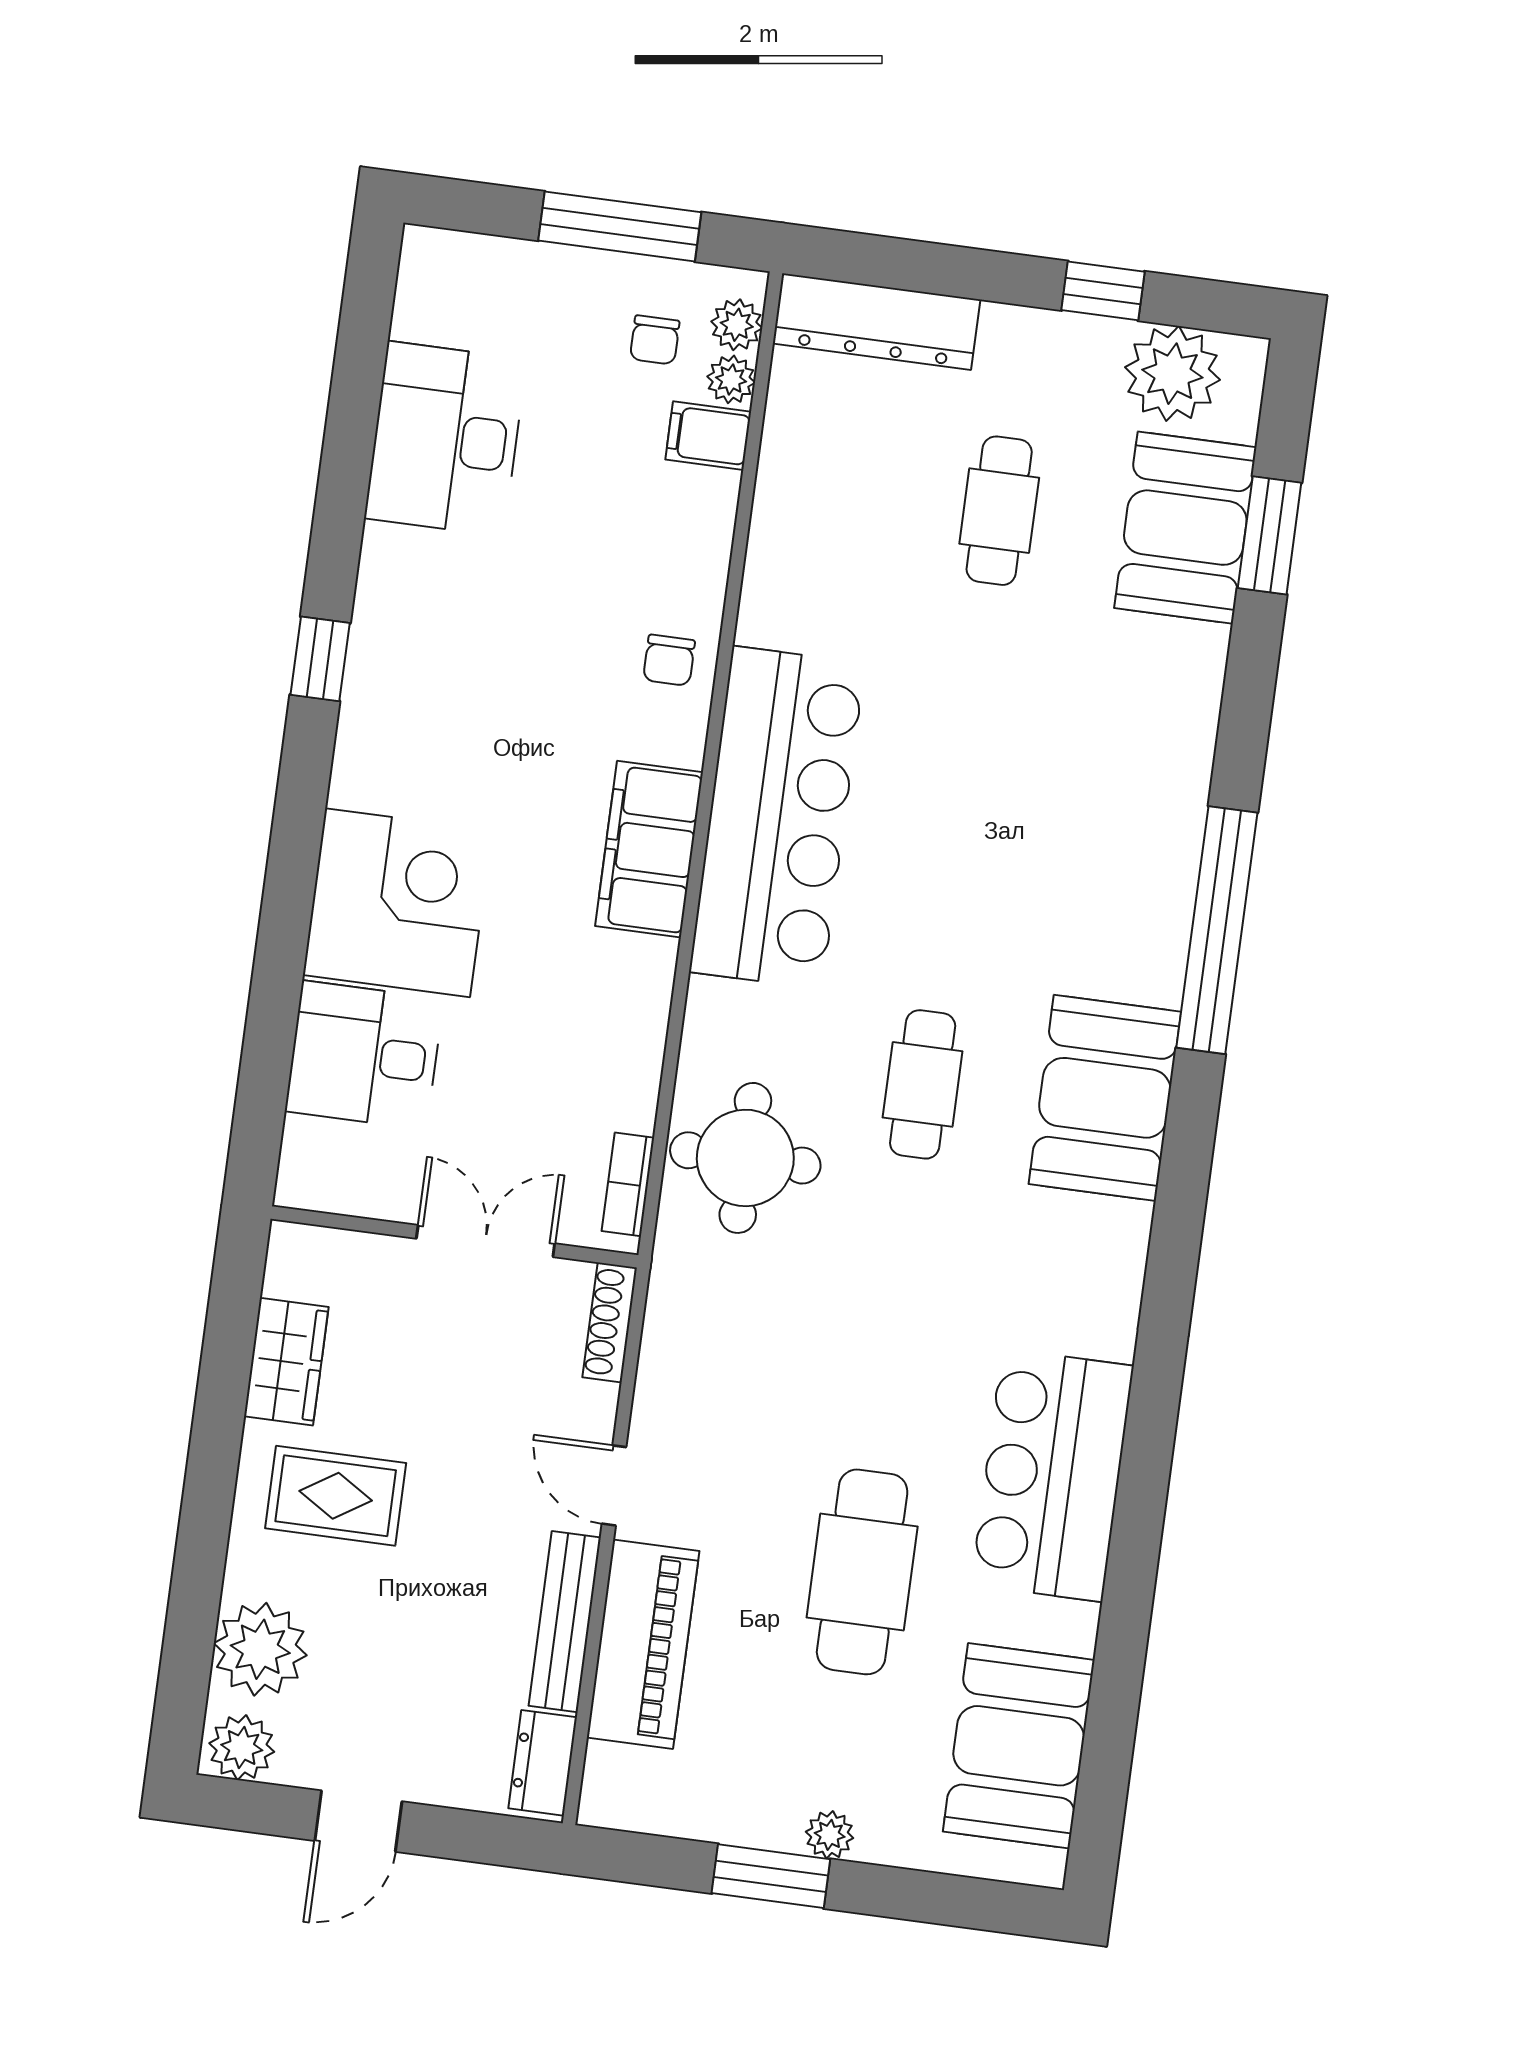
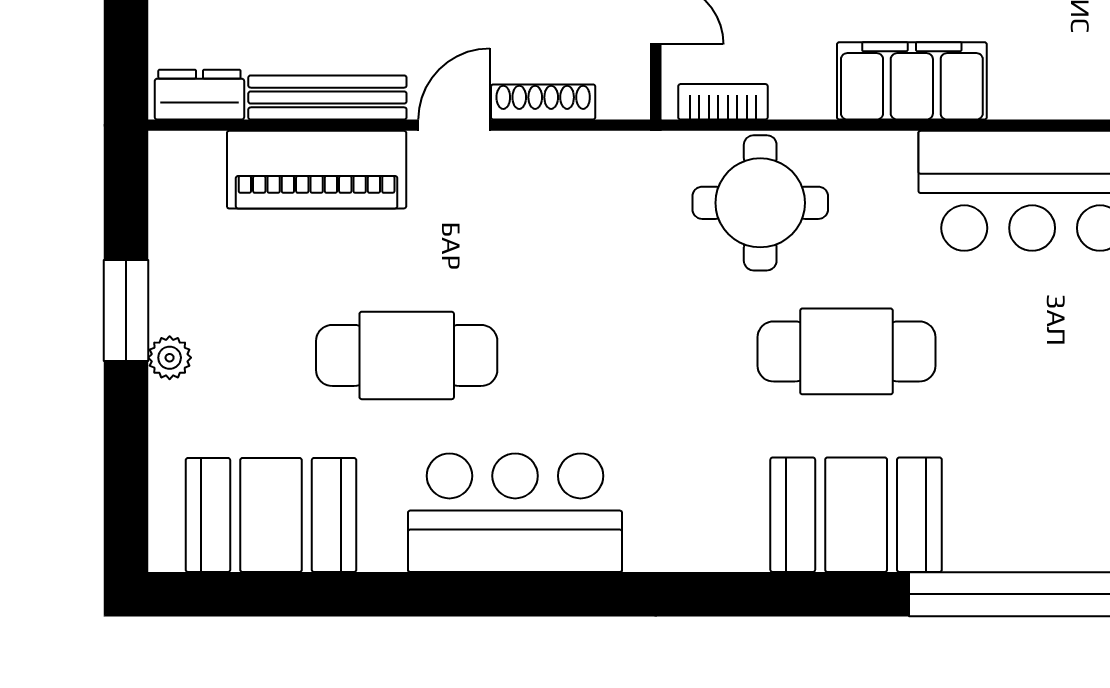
filing cabinet: (649, 849) -> (912, 81), moved
cafe table: (923, 1084) -> (846, 351), width x1.37, depth x1.35
shoe rack: (610, 1322) -> (543, 102), moved

